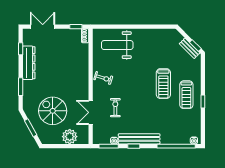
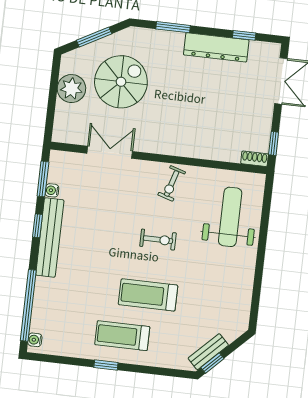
exercise bike: (115, 108) -> (158, 240), moved
plant: (70, 137) -> (71, 89), moved

